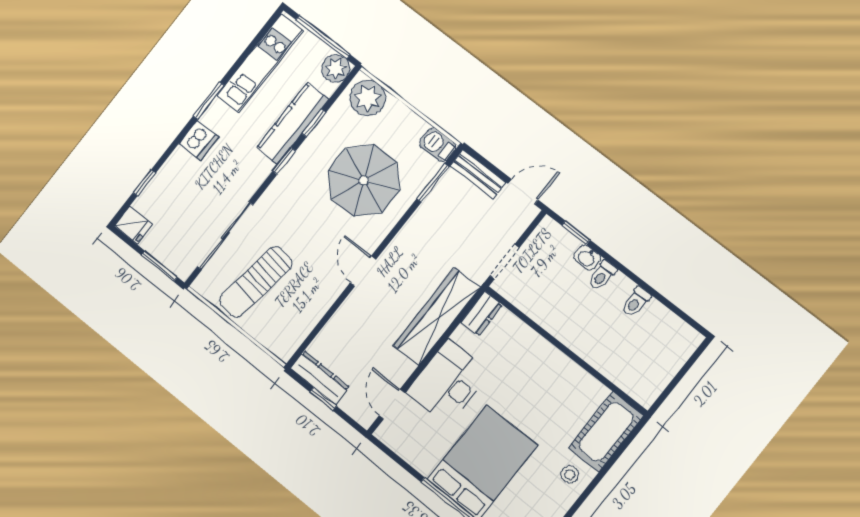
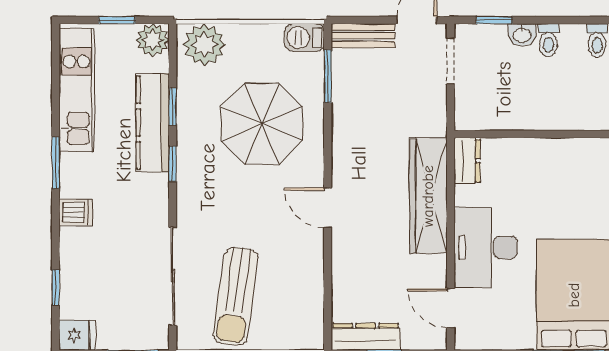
window: (323, 37) -> (117, 20), width x0.46
dishwasher: (199, 140) -> (76, 212), width x0.73
doorway: (505, 262) -> (451, 61), moved

